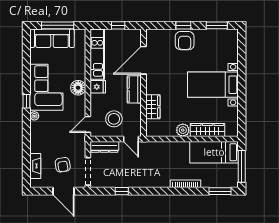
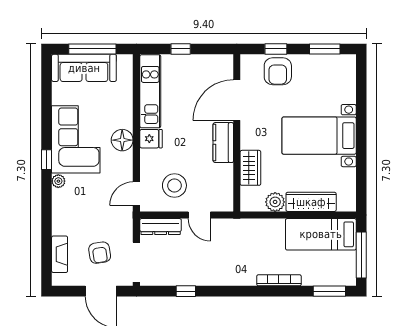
door: (144, 60) -> (237, 100), moved
wall: (144, 83) -> (237, 133), moved
kitchen counter: (134, 89) -> (223, 143), moved
wardrobe: (153, 107) -> (250, 168), moved

